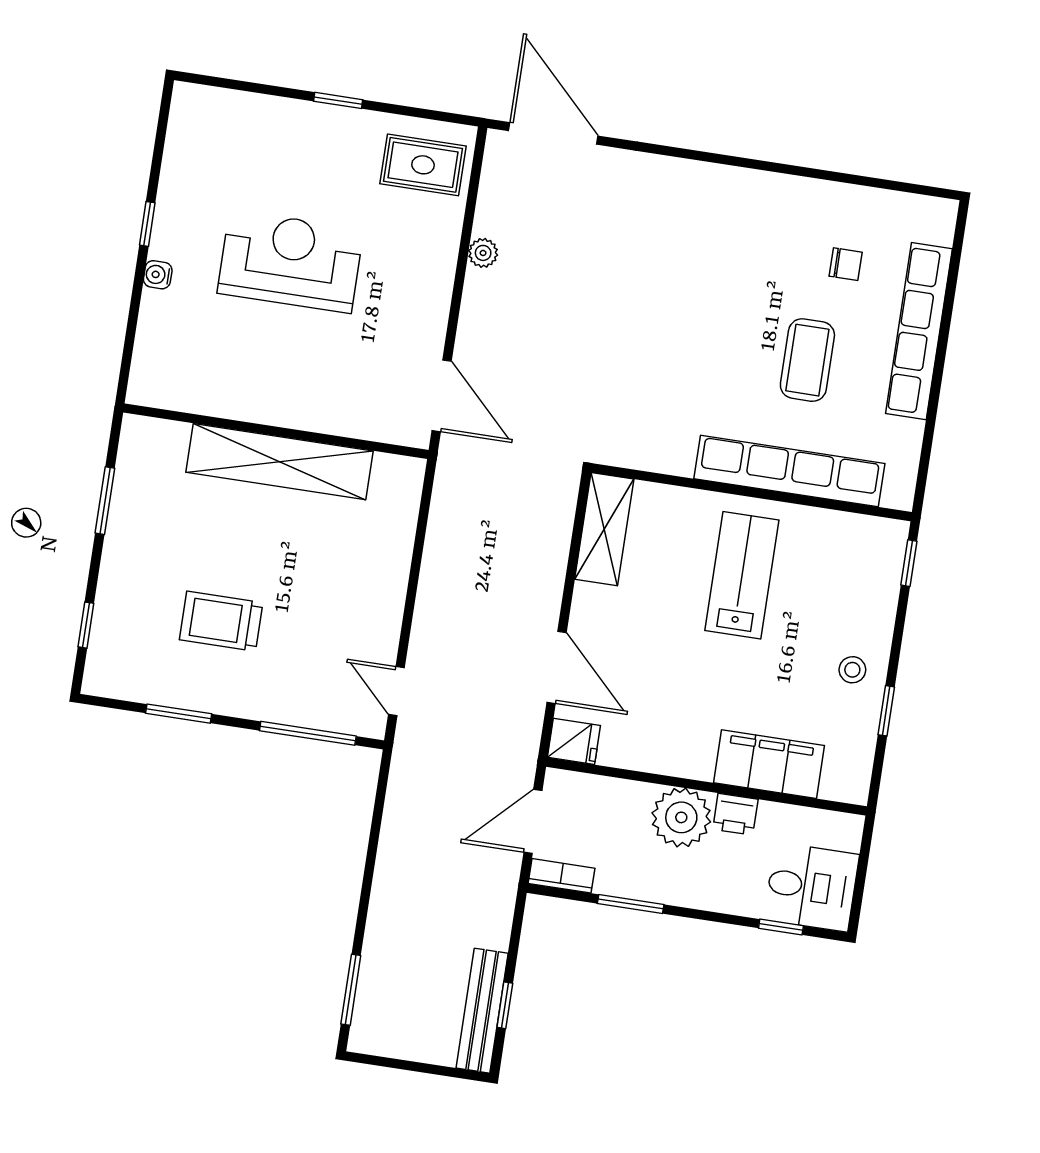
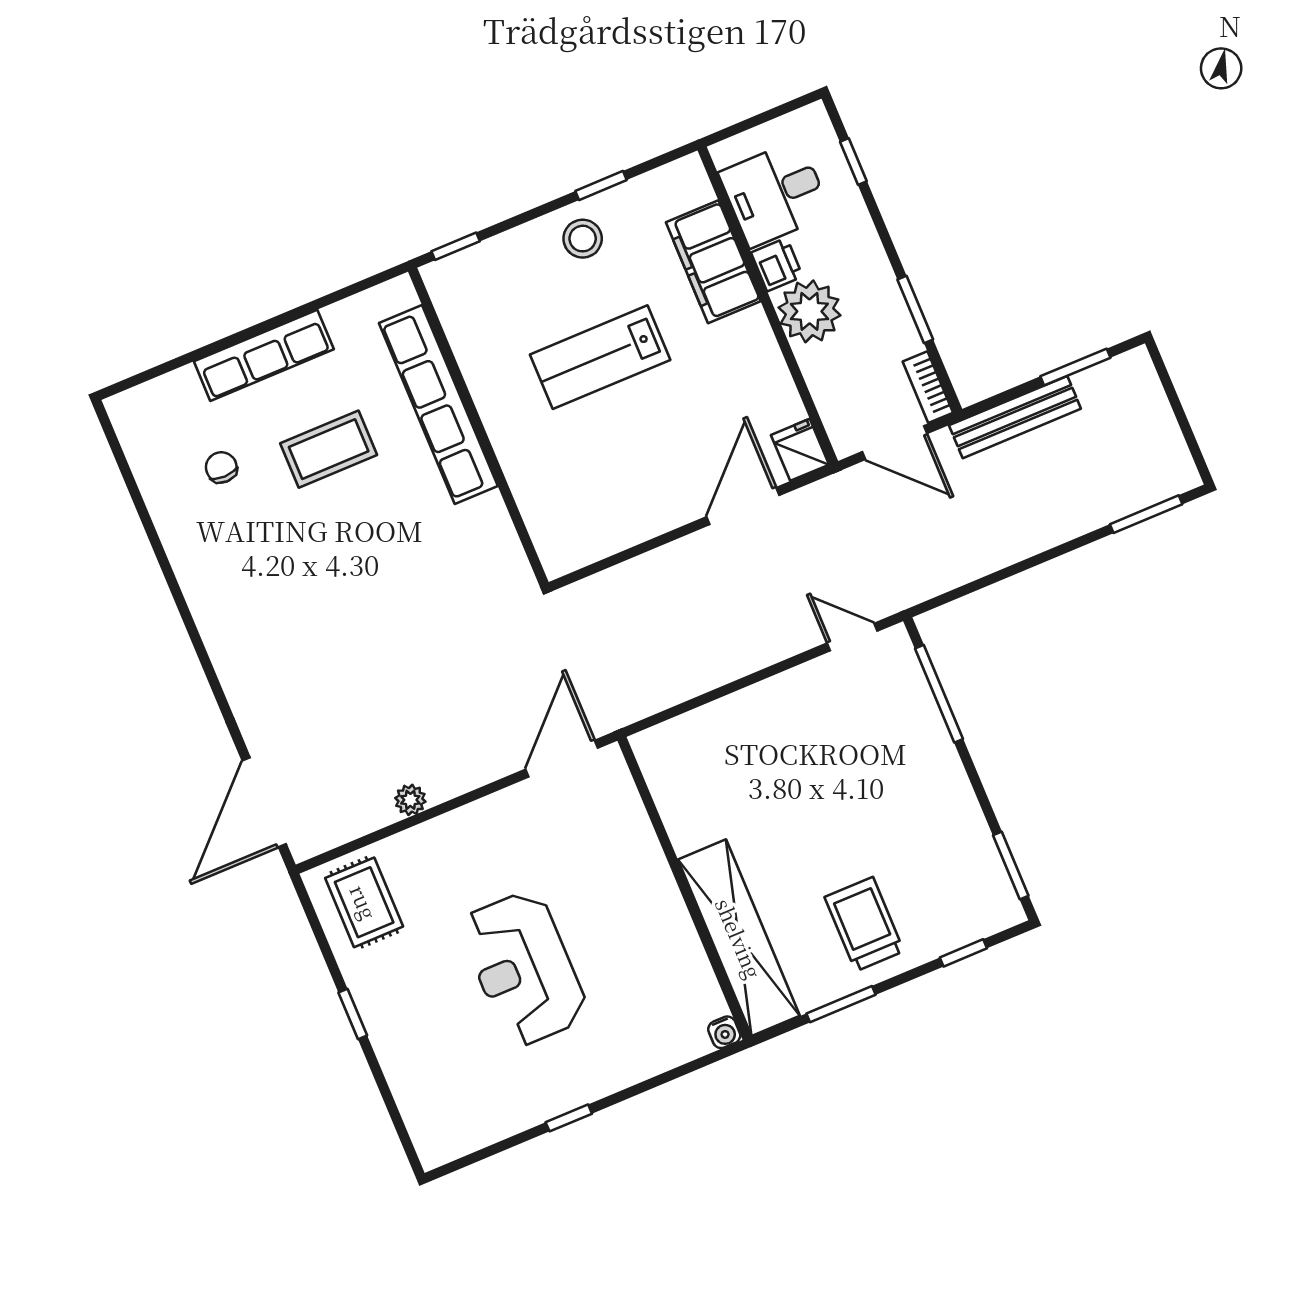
water cooler: (158, 275) -> (724, 1032), moved
row of seats: (919, 331) -> (264, 355), width x0.73
shelving: (279, 462) -> (739, 938), moved
shelving: (604, 529) -> (592, 539), removed
lab bench: (742, 575) -> (600, 357), moved
trolley: (221, 621) -> (864, 924), moved, turned 180
stool: (852, 670) -> (583, 239), width x1.37, depth x1.37
door: (396, 691) -> (852, 637), swing flipped
window: (179, 714) -> (1011, 865), moved
desk: (811, 887) -> (775, 193), moved, turned -90
window: (505, 1005) -> (1075, 367), width x1.50
bench: (482, 1011) -> (1015, 417), moved

